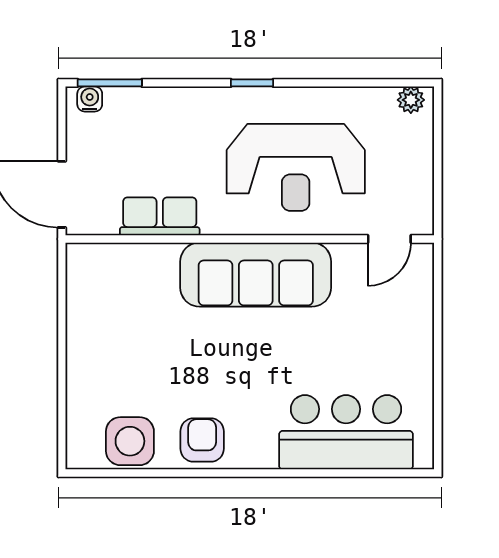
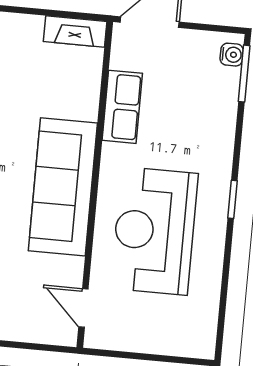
plant: (411, 100) -> (205, 338), removed
fireplace: (80, 277) -> (75, 32), added

